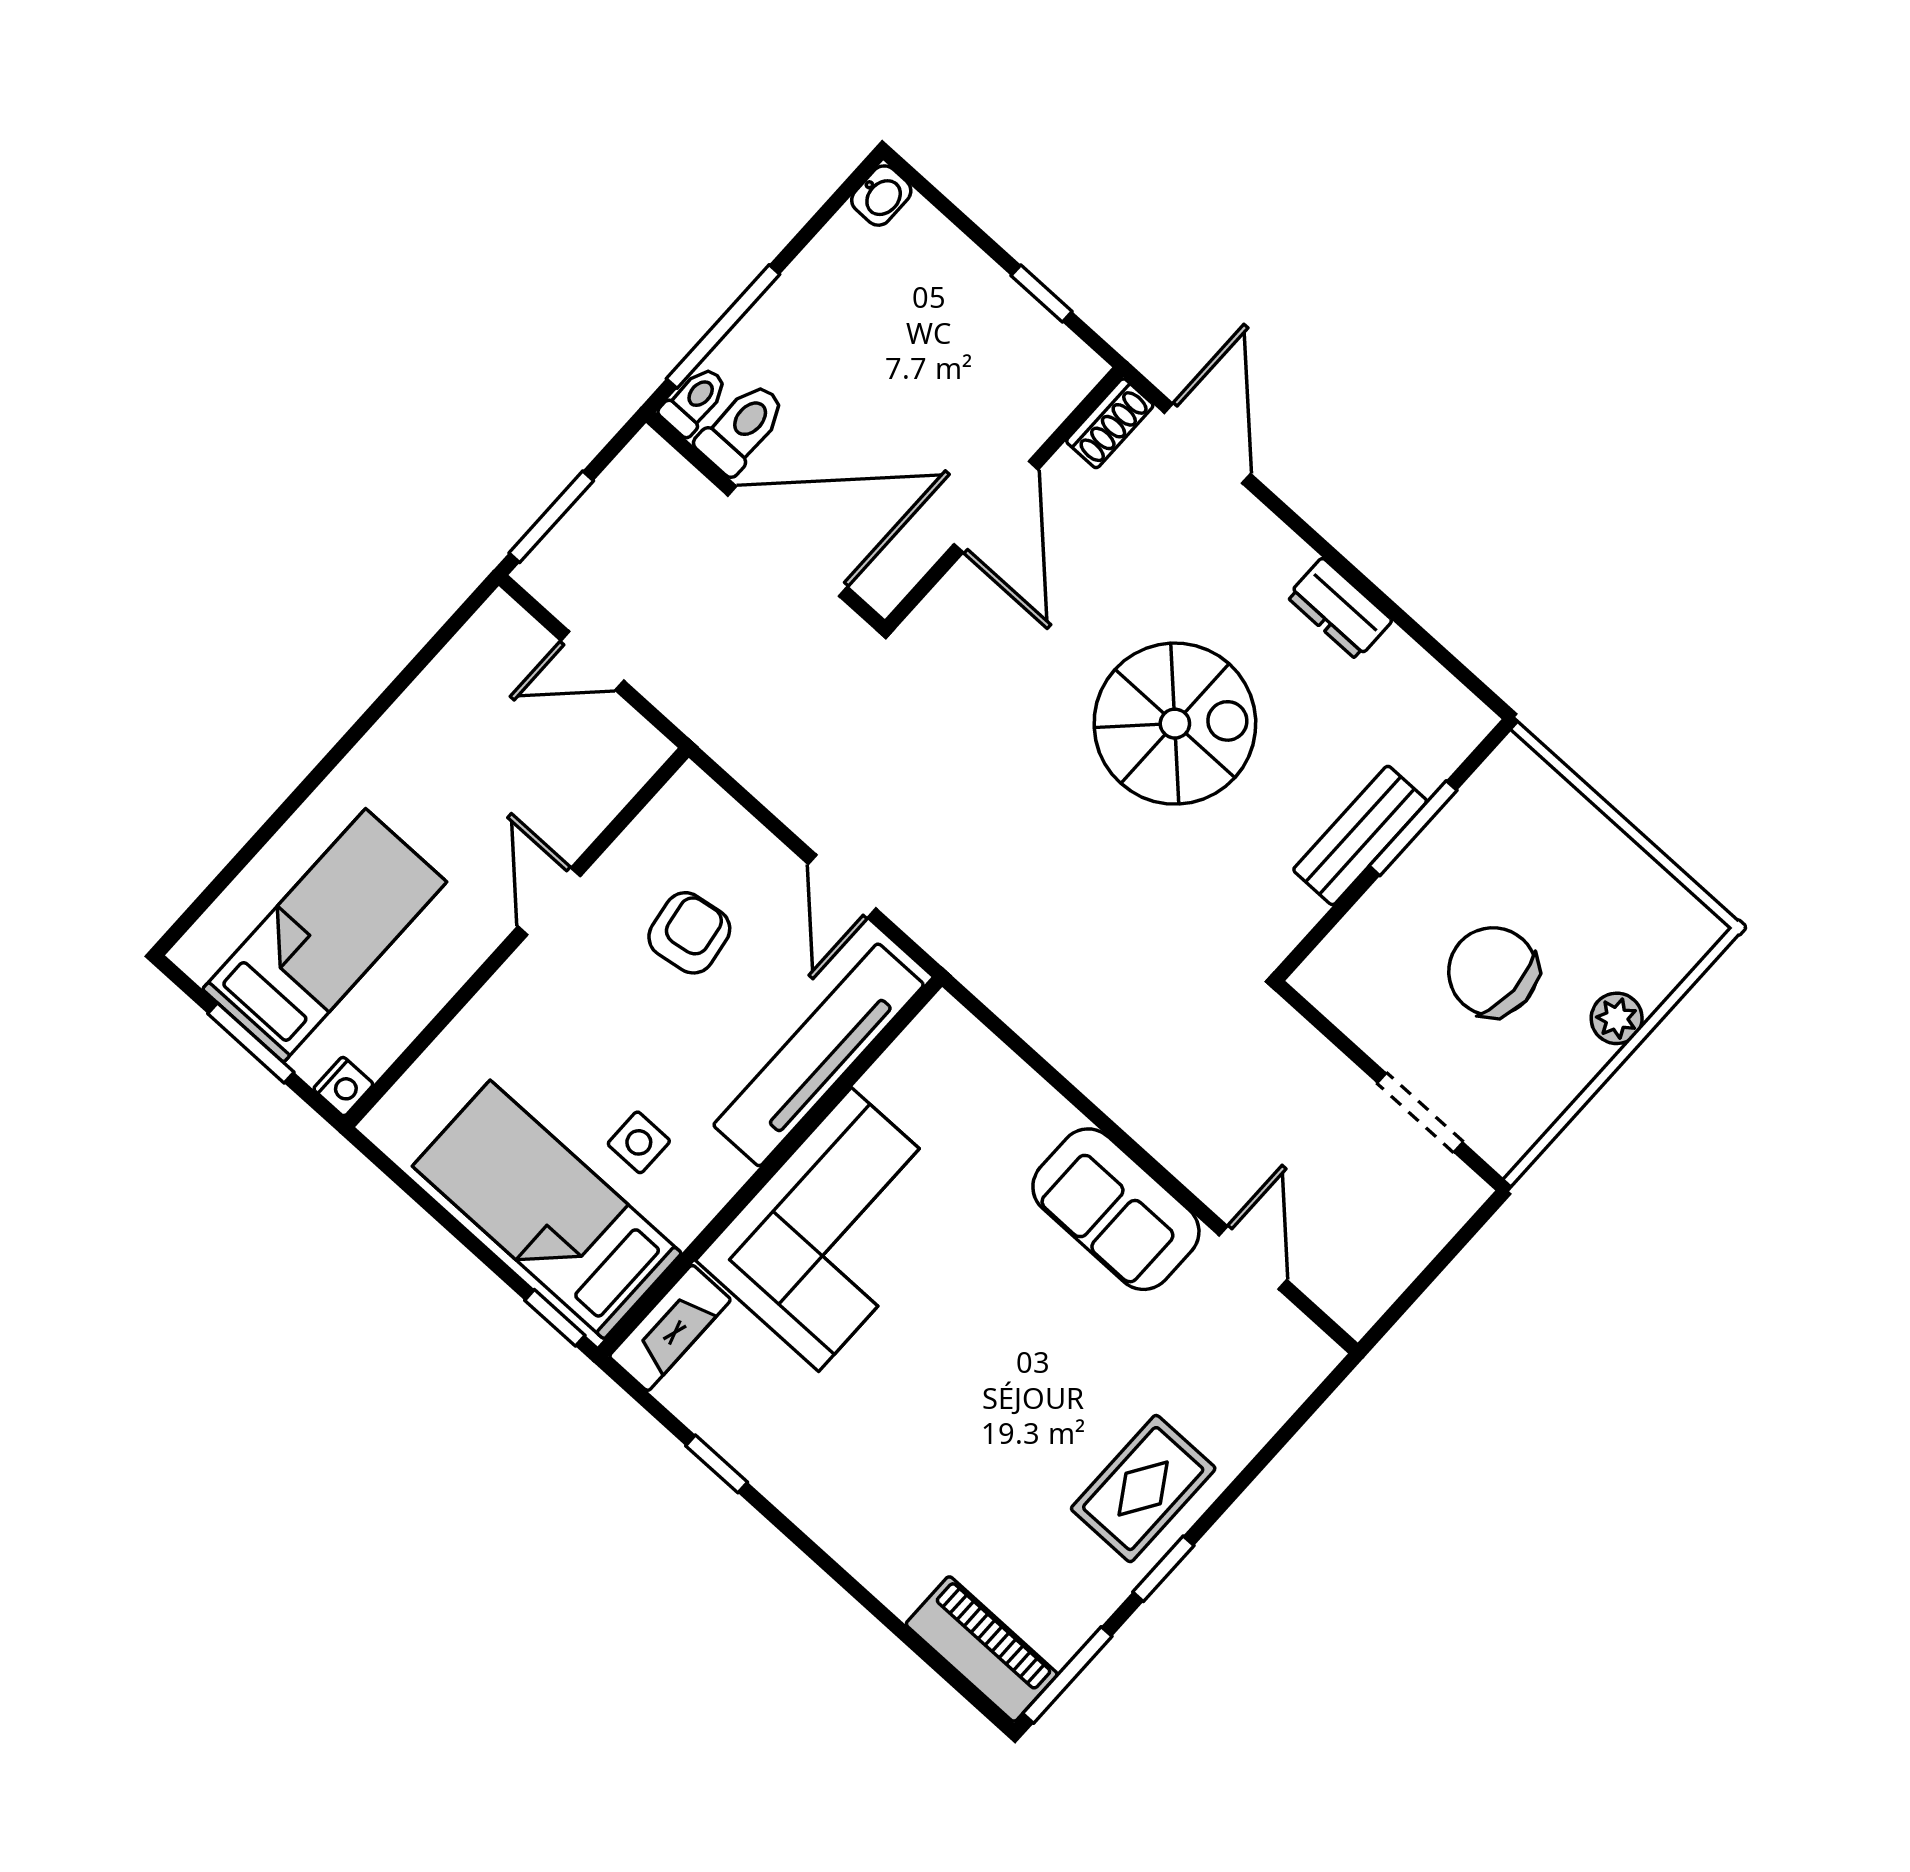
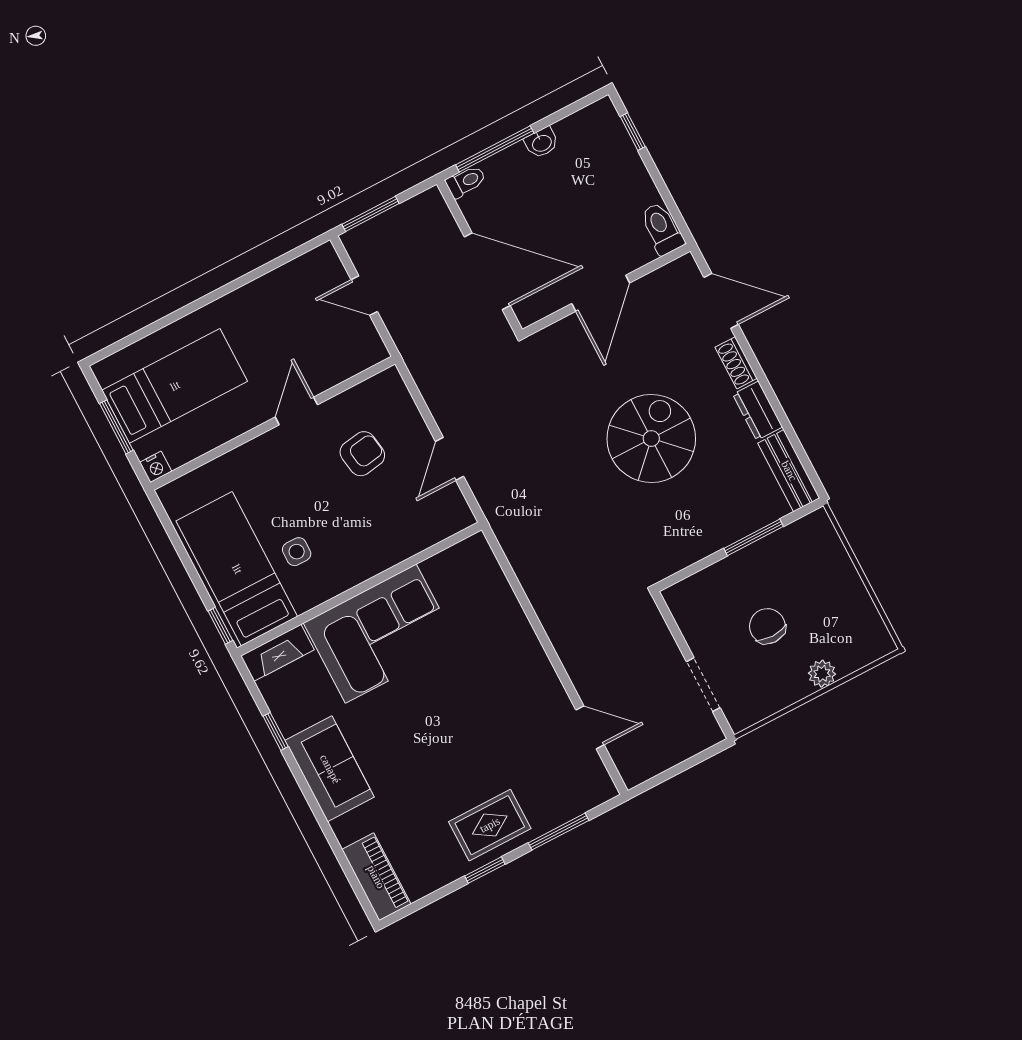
washbasin: (881, 196) -> (542, 143), moved
window: (1042, 293) -> (633, 132), moved
shoe rack: (1110, 423) -> (736, 363), moved, turned 90
toilet: (742, 428) -> (662, 229), moved, turned -90
door: (1207, 443) -> (721, 301), hinge flipped
spiral stairs: (1175, 724) -> (651, 438), turned -90
bench: (1360, 835) -> (789, 471), moved, turned 90
chair: (1493, 972) -> (767, 626), width x0.73, depth x0.73
tv unit: (819, 1055) -> (406, 541), removed
sofa: (1116, 1209) -> (330, 769), moved, turned 180
door: (1253, 1258) -> (590, 727), hinge flipped
window: (1067, 1675) -> (559, 832), moved

